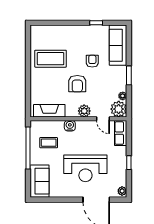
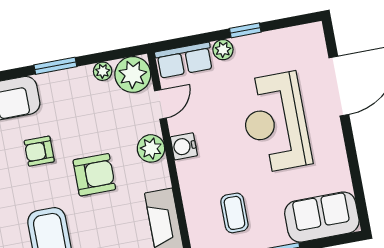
water cooler: (70, 126) -> (184, 146), moved
reception desk: (85, 168) -> (275, 123), turned 180
plant: (122, 191) -> (223, 50), moved

